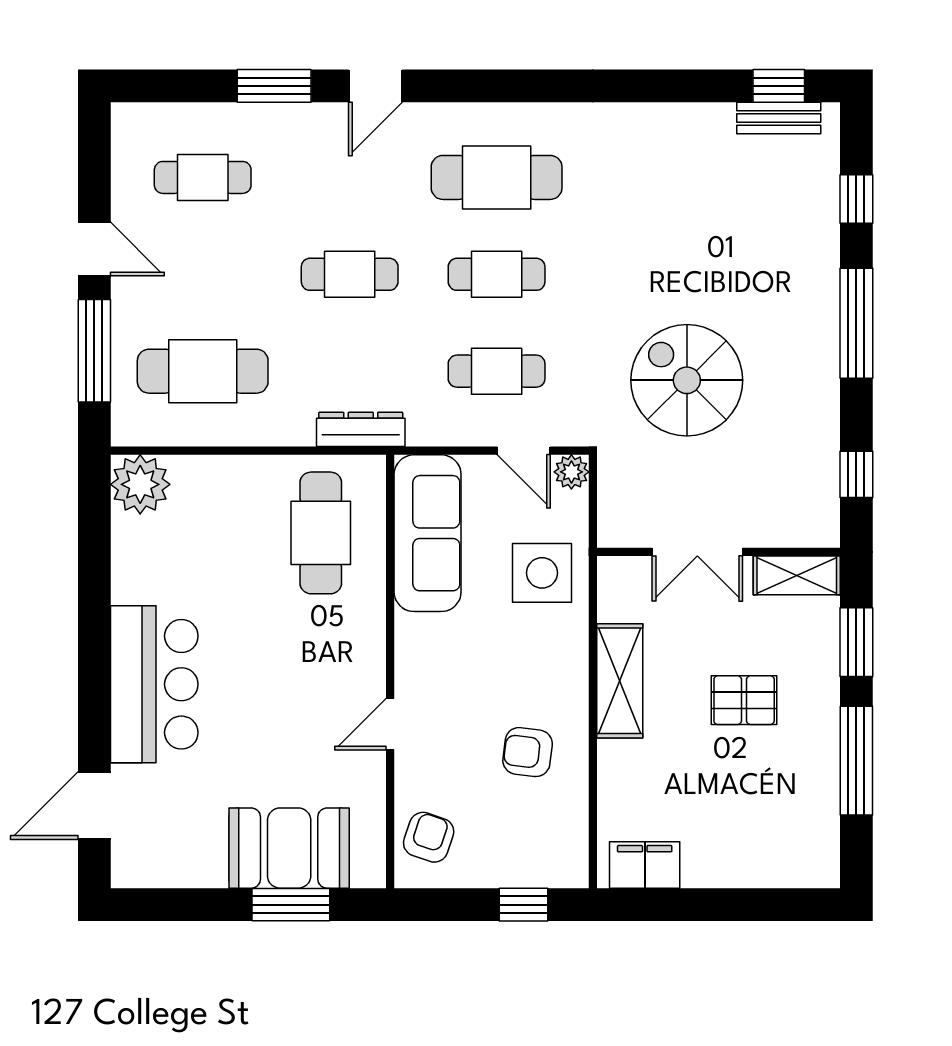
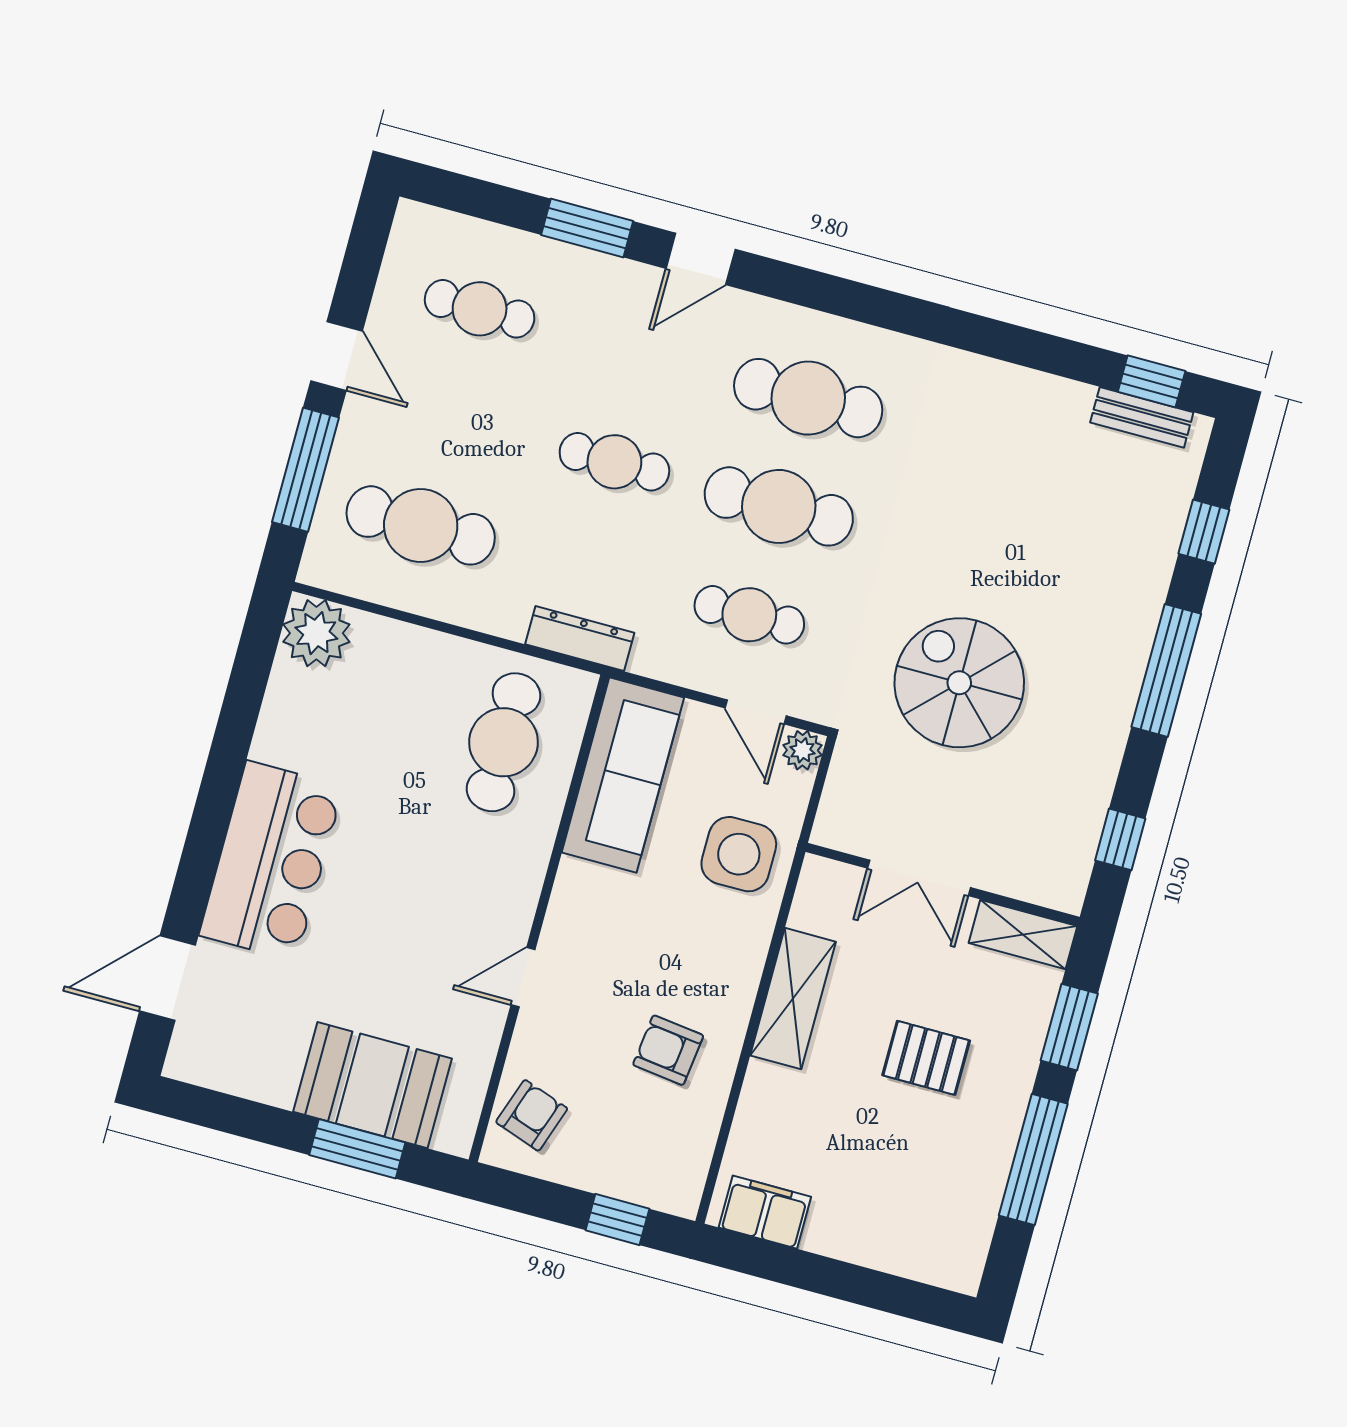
cafe table: (497, 274) -> (779, 506), width x1.37, depth x1.35

